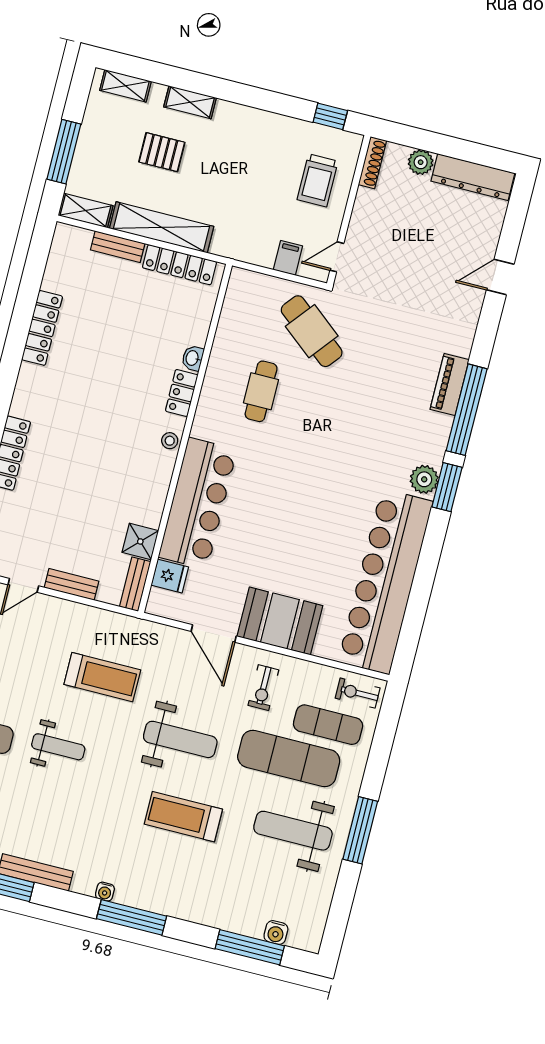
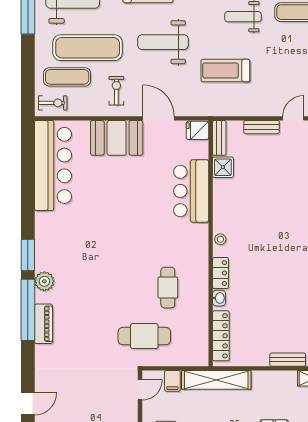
shelving: (162, 227) -> (216, 380), moved
locker: (179, 265) -> (221, 336), moved, turned 90
cafe table: (312, 331) -> (144, 336), turned -39
plant: (424, 479) -> (44, 281), moved
bar counter: (198, 503) -> (191, 191), width x0.73
fridge: (170, 576) -> (197, 130), moved
bar counter: (385, 582) -> (53, 165), width x0.73

